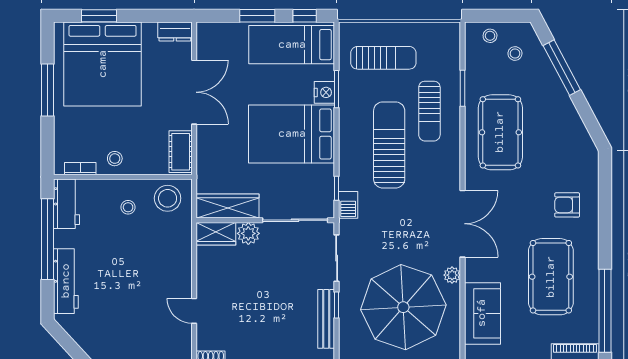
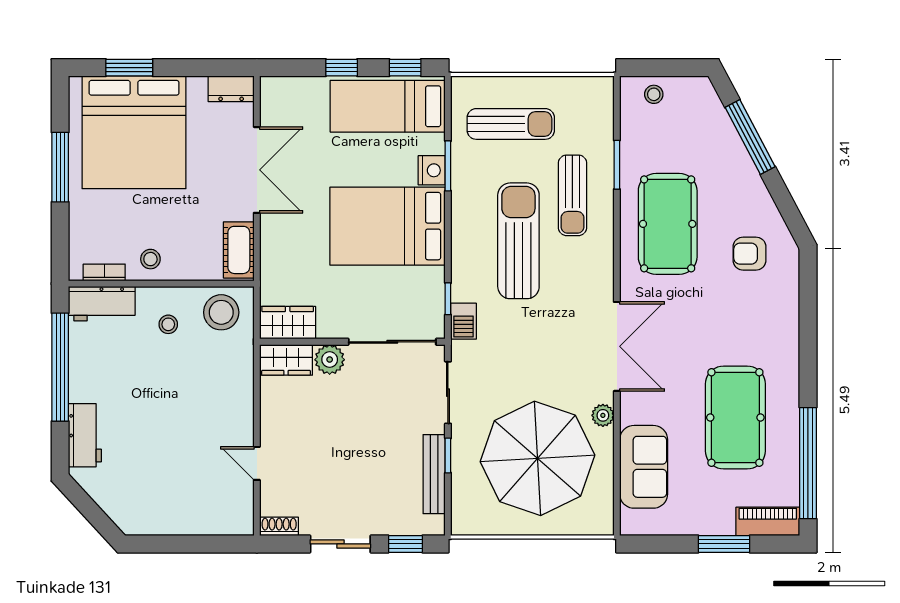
window: (257, 16) -> (342, 68), width x0.67
stool: (515, 54) -> (687, 118), removed
workbench: (66, 204) -> (102, 304), moved, turned 90
armchair: (567, 205) -> (749, 254), moved
wardrobe: (228, 206) -> (288, 323), width x0.67
workbench: (66, 281) -> (85, 435), width x0.73

